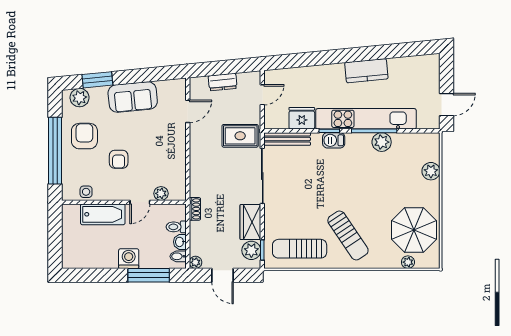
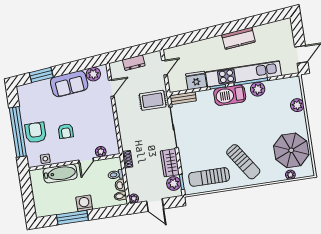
plant: (80, 98) -> (93, 74), moved
armchair: (84, 136) -> (36, 133), moved
bench: (287, 139) -> (183, 98), width x0.73
barbecue: (334, 140) -> (230, 95), width x1.88, depth x1.53
window: (149, 275) -> (72, 218), moved

